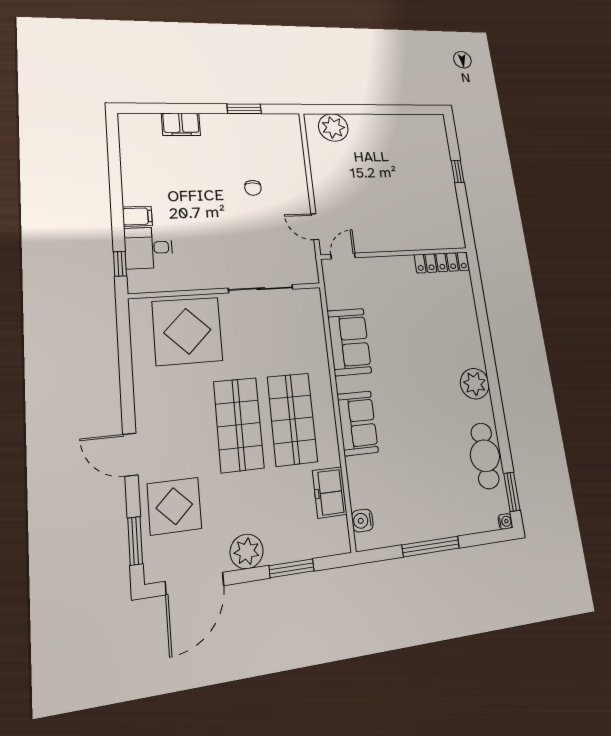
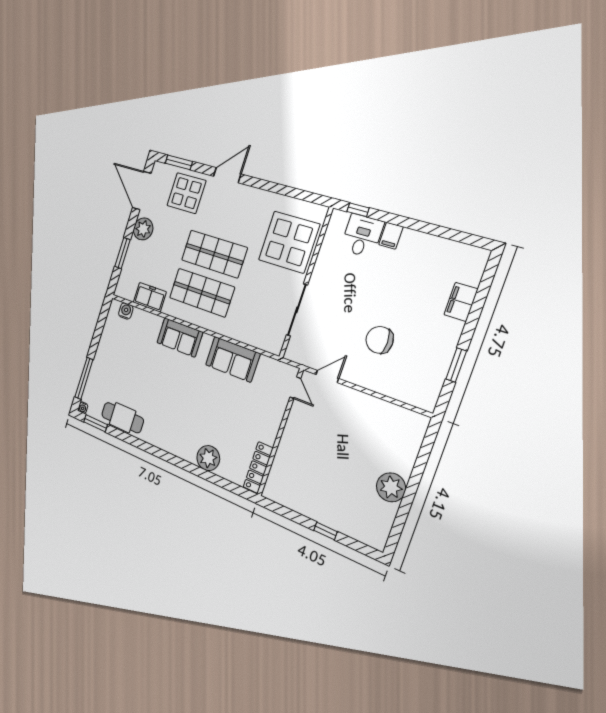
plant: (333, 127) -> (391, 487), moved
chair: (253, 188) -> (380, 340), width x1.87, depth x1.87
plant: (475, 384) -> (208, 458), moved
window: (431, 546) -> (84, 378), moved

